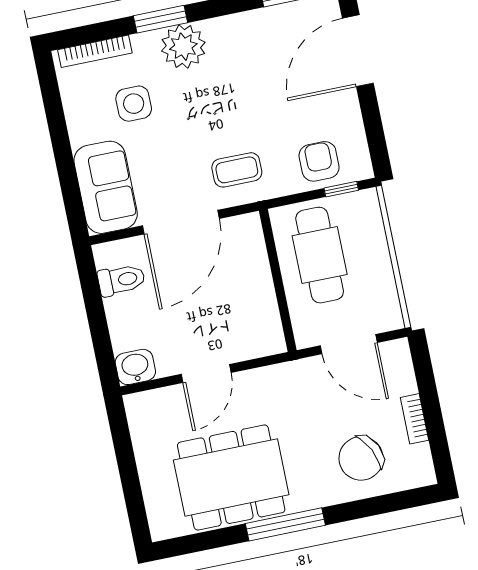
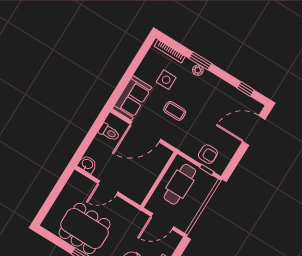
plant: (183, 47) -> (198, 70), width x0.53, depth x0.53
armchair: (319, 161) -> (208, 154), turned 90
coffee table: (237, 170) -> (175, 111), moved
door: (349, 344) -> (162, 221), hinge flipped

